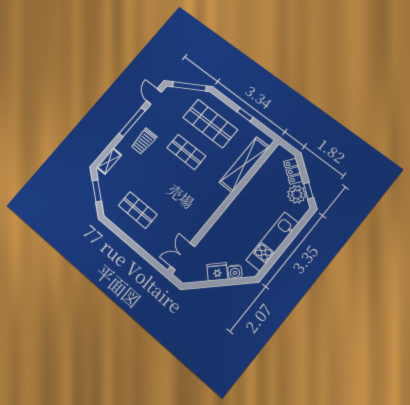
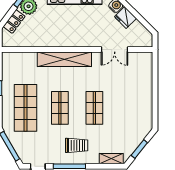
shelving: (244, 164) -> (64, 59), moved
shop shelf: (138, 210) -> (94, 108), moved
double door: (183, 256) -> (115, 50), moved

